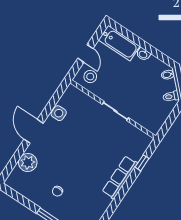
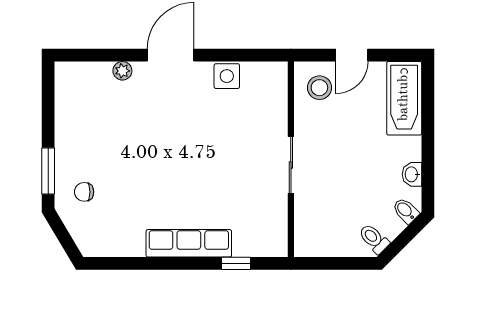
washbasin: (143, 54) -> (412, 174), moved
plant: (28, 163) -> (122, 71), width x0.53, depth x0.53
chair: (57, 191) -> (84, 192), moved

